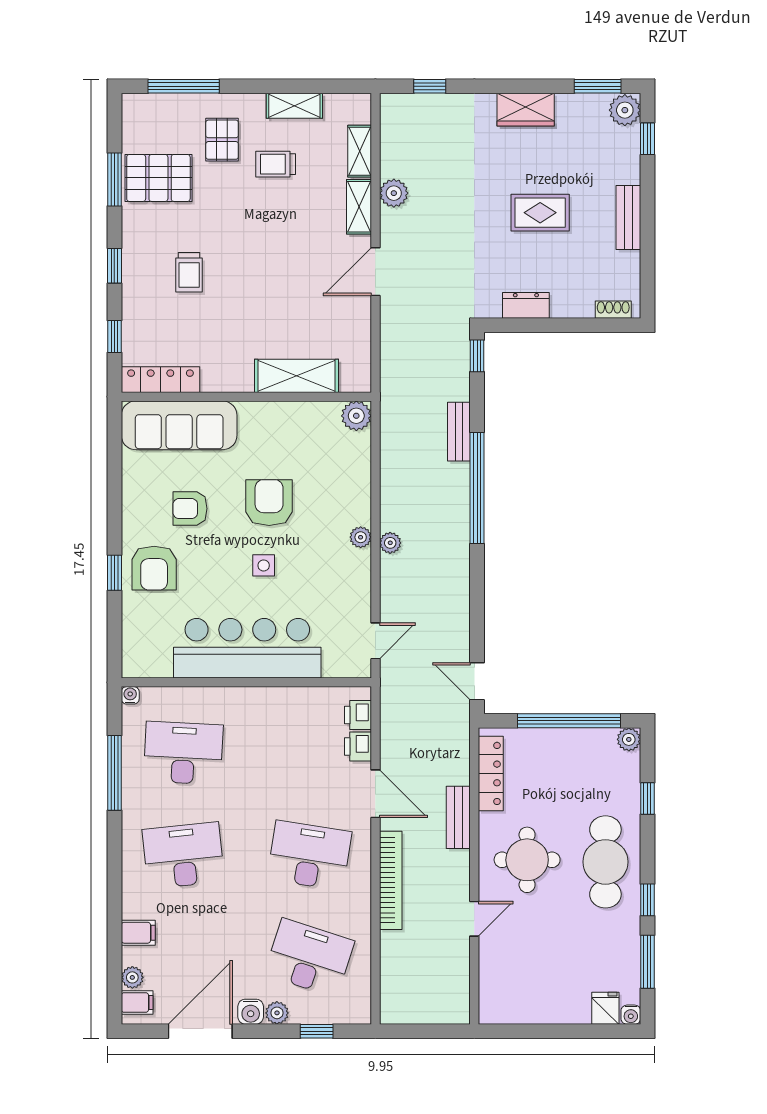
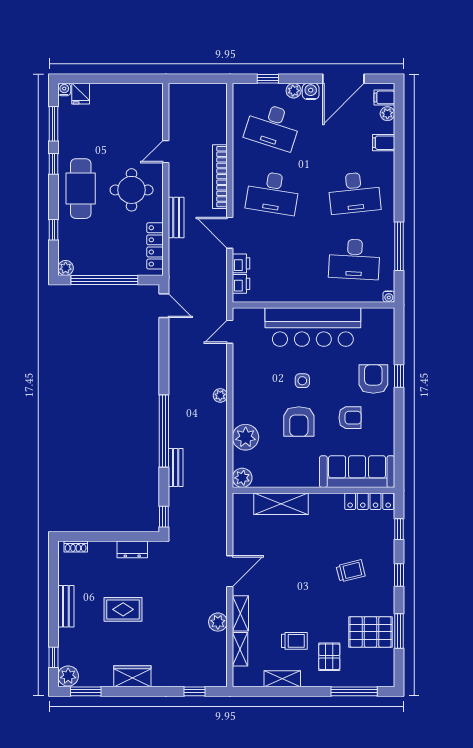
trolley: (189, 272) -> (351, 571), turned 76
plant: (361, 537) -> (246, 437), moved, width x1.88, depth x1.88

